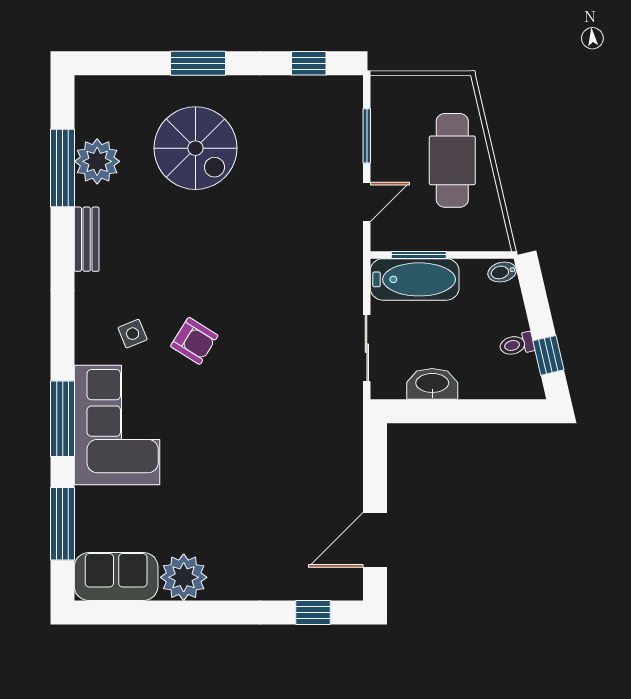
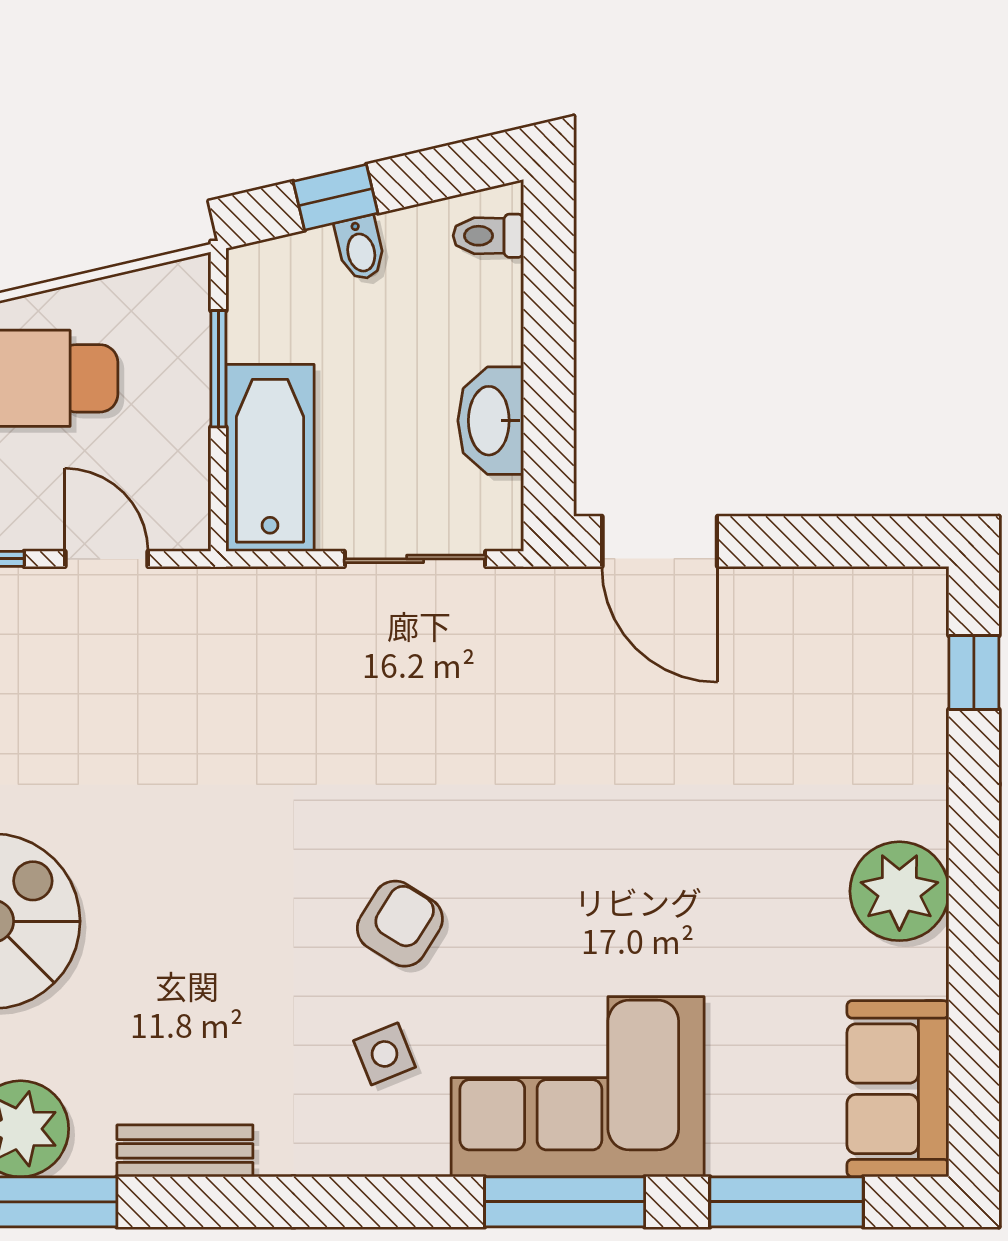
window: (419, 255) -> (218, 369), moved
bidet: (502, 272) -> (360, 248), moved
toilet: (517, 344) -> (488, 236), moved, turned 103
window: (548, 355) -> (335, 197), moved
door: (375, 540) -> (660, 541), moved
plant: (184, 577) -> (899, 891), moved

